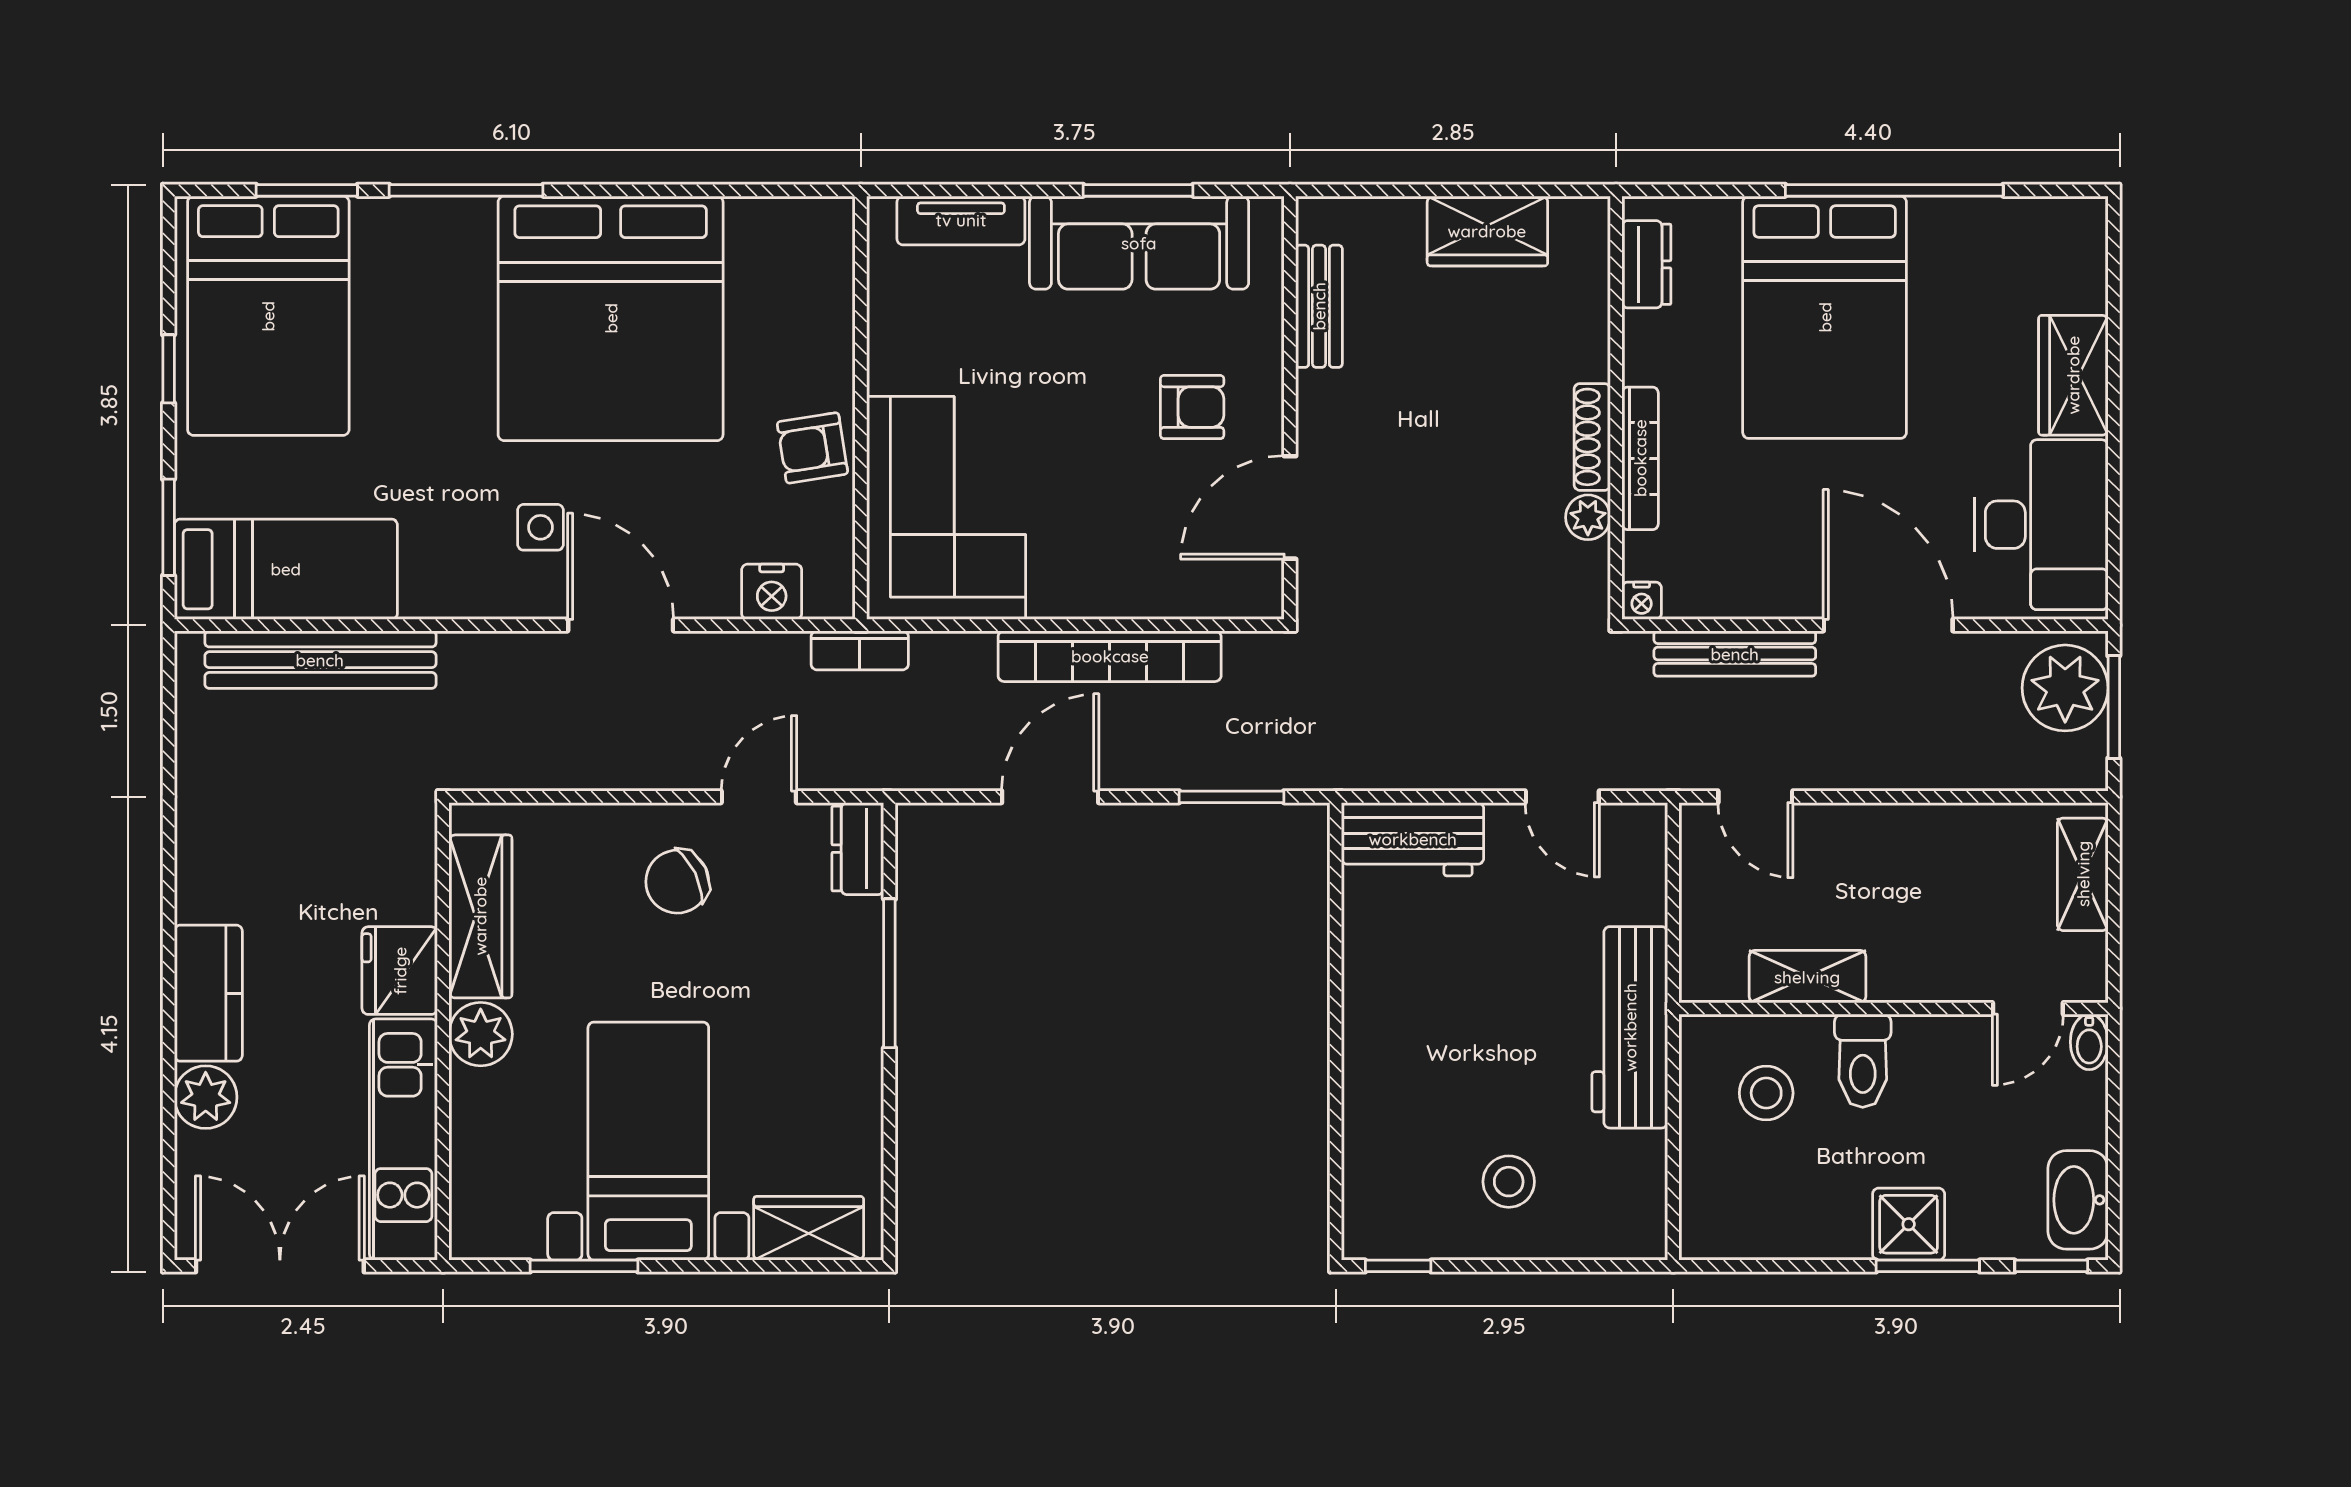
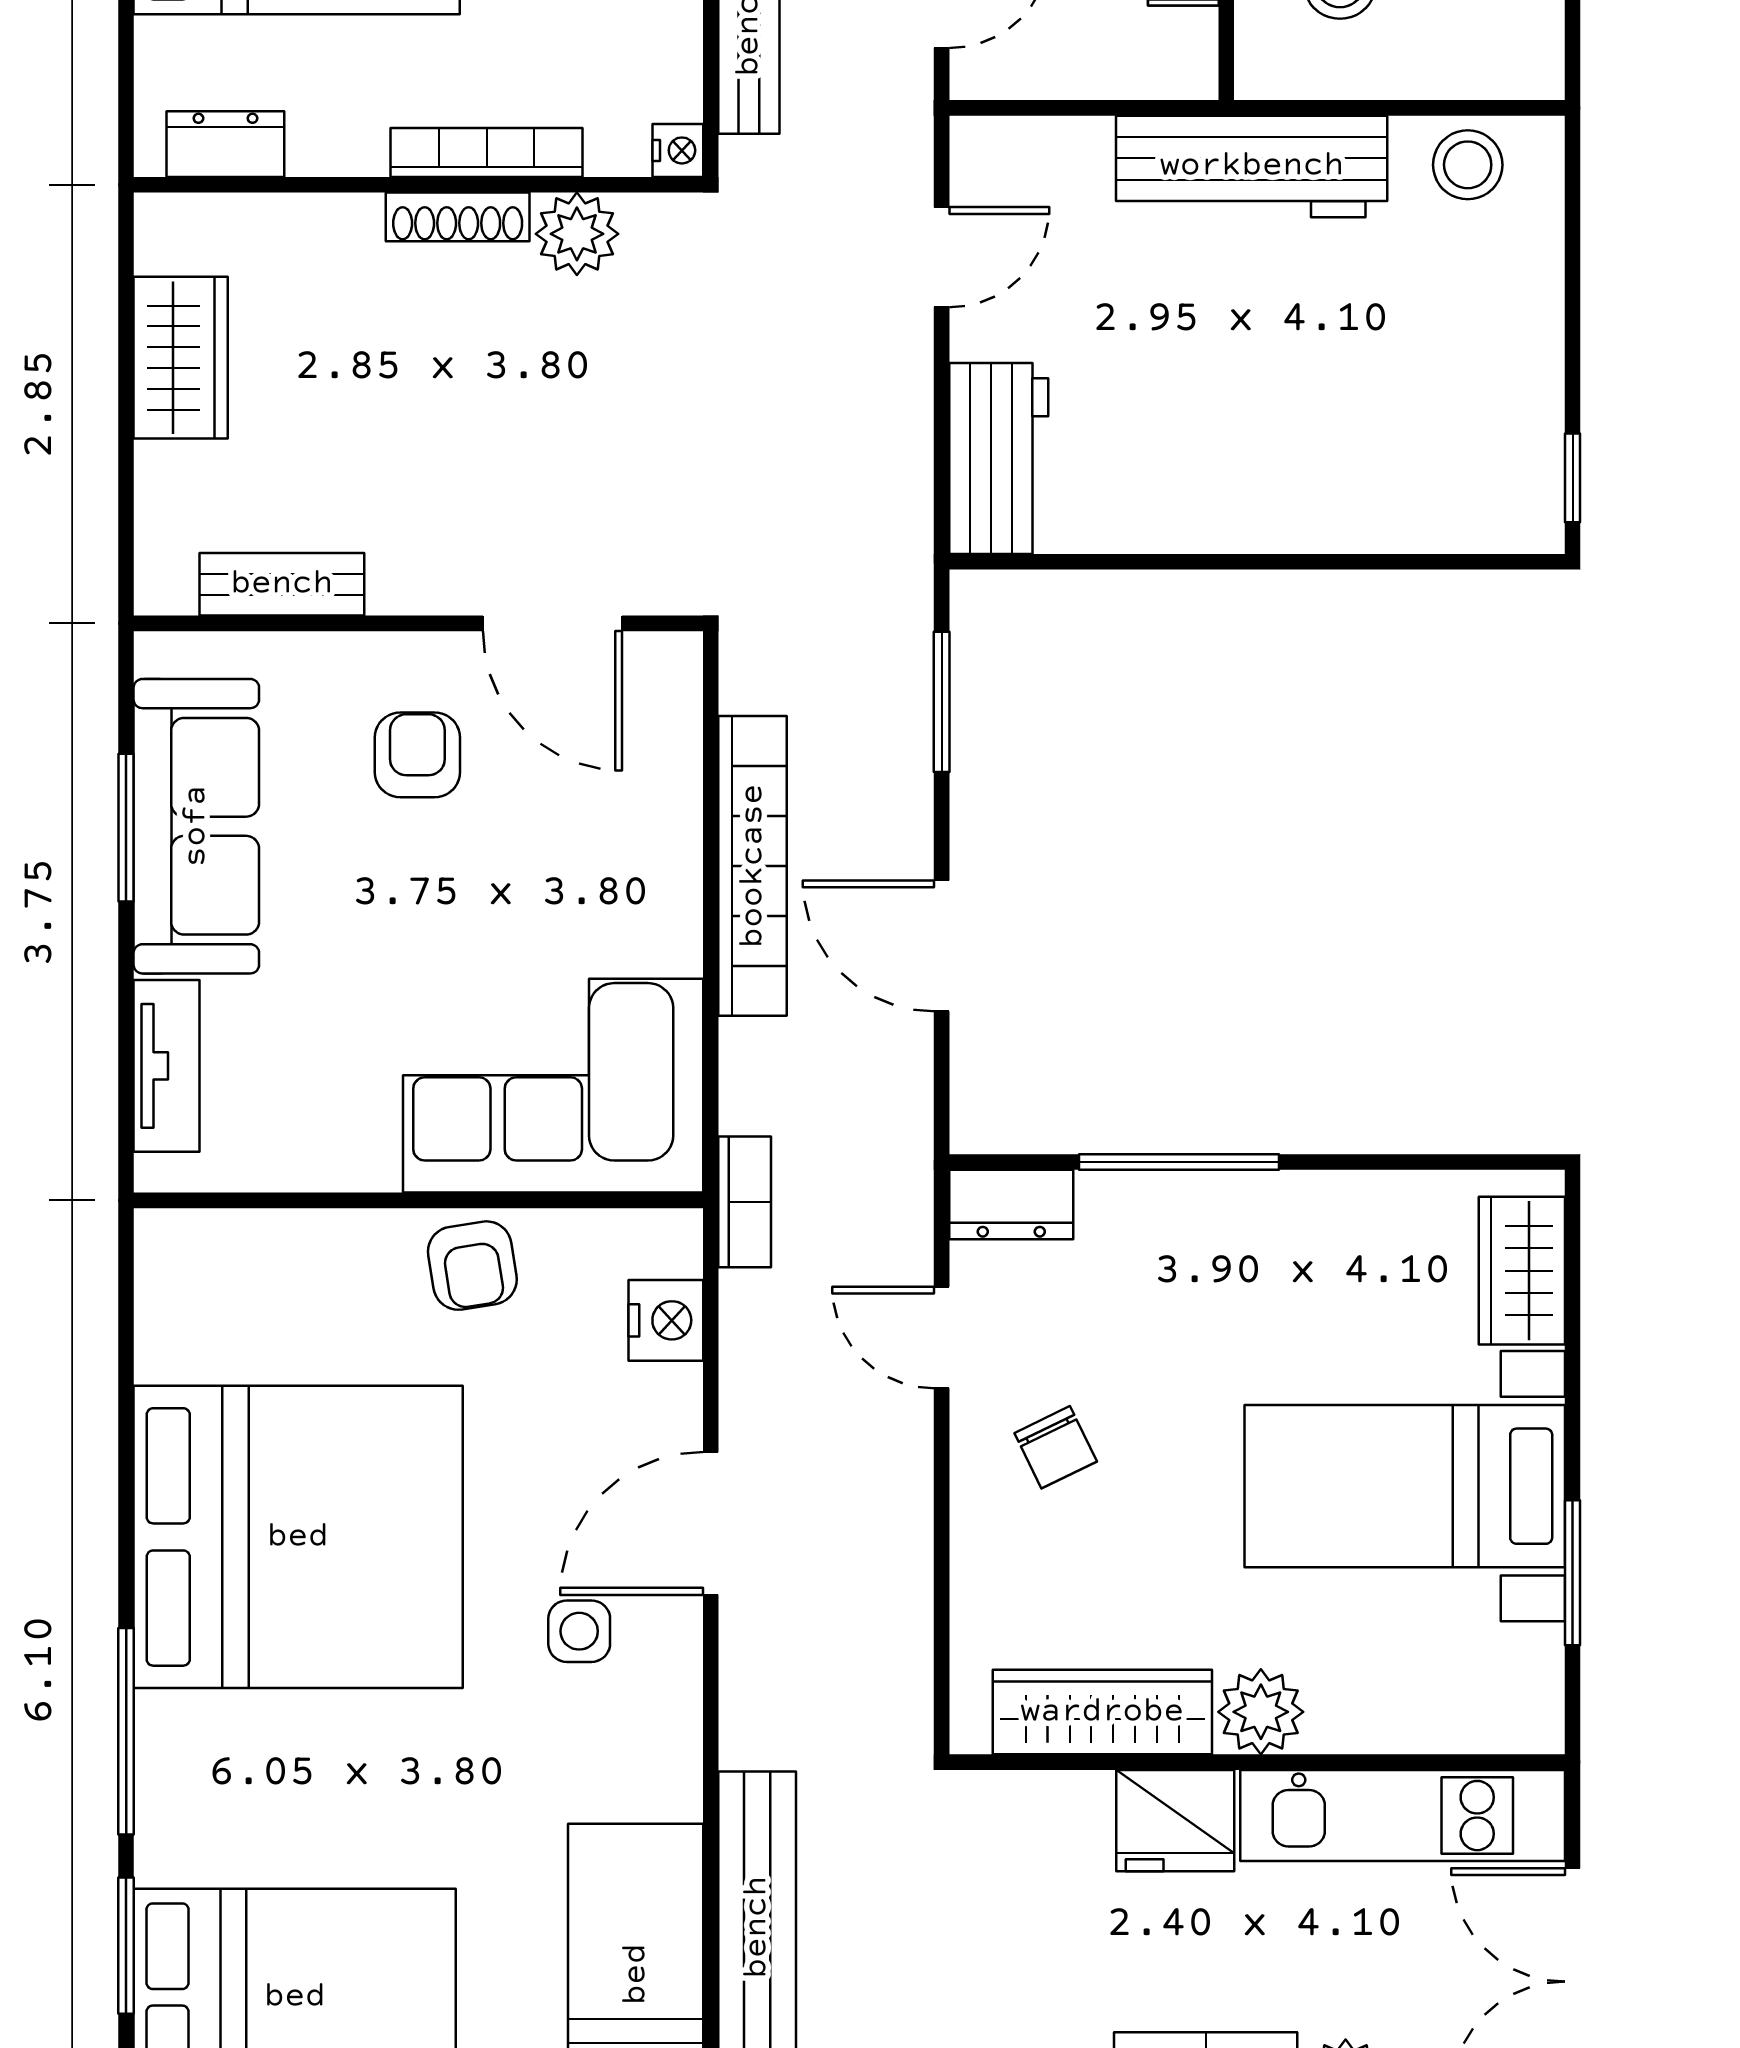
plant: (1588, 517) -> (577, 234), width x1.38, depth x1.38
chair: (677, 882) -> (1056, 1447), width x0.73, depth x0.73
stool: (1509, 1182) -> (1468, 165), moved

